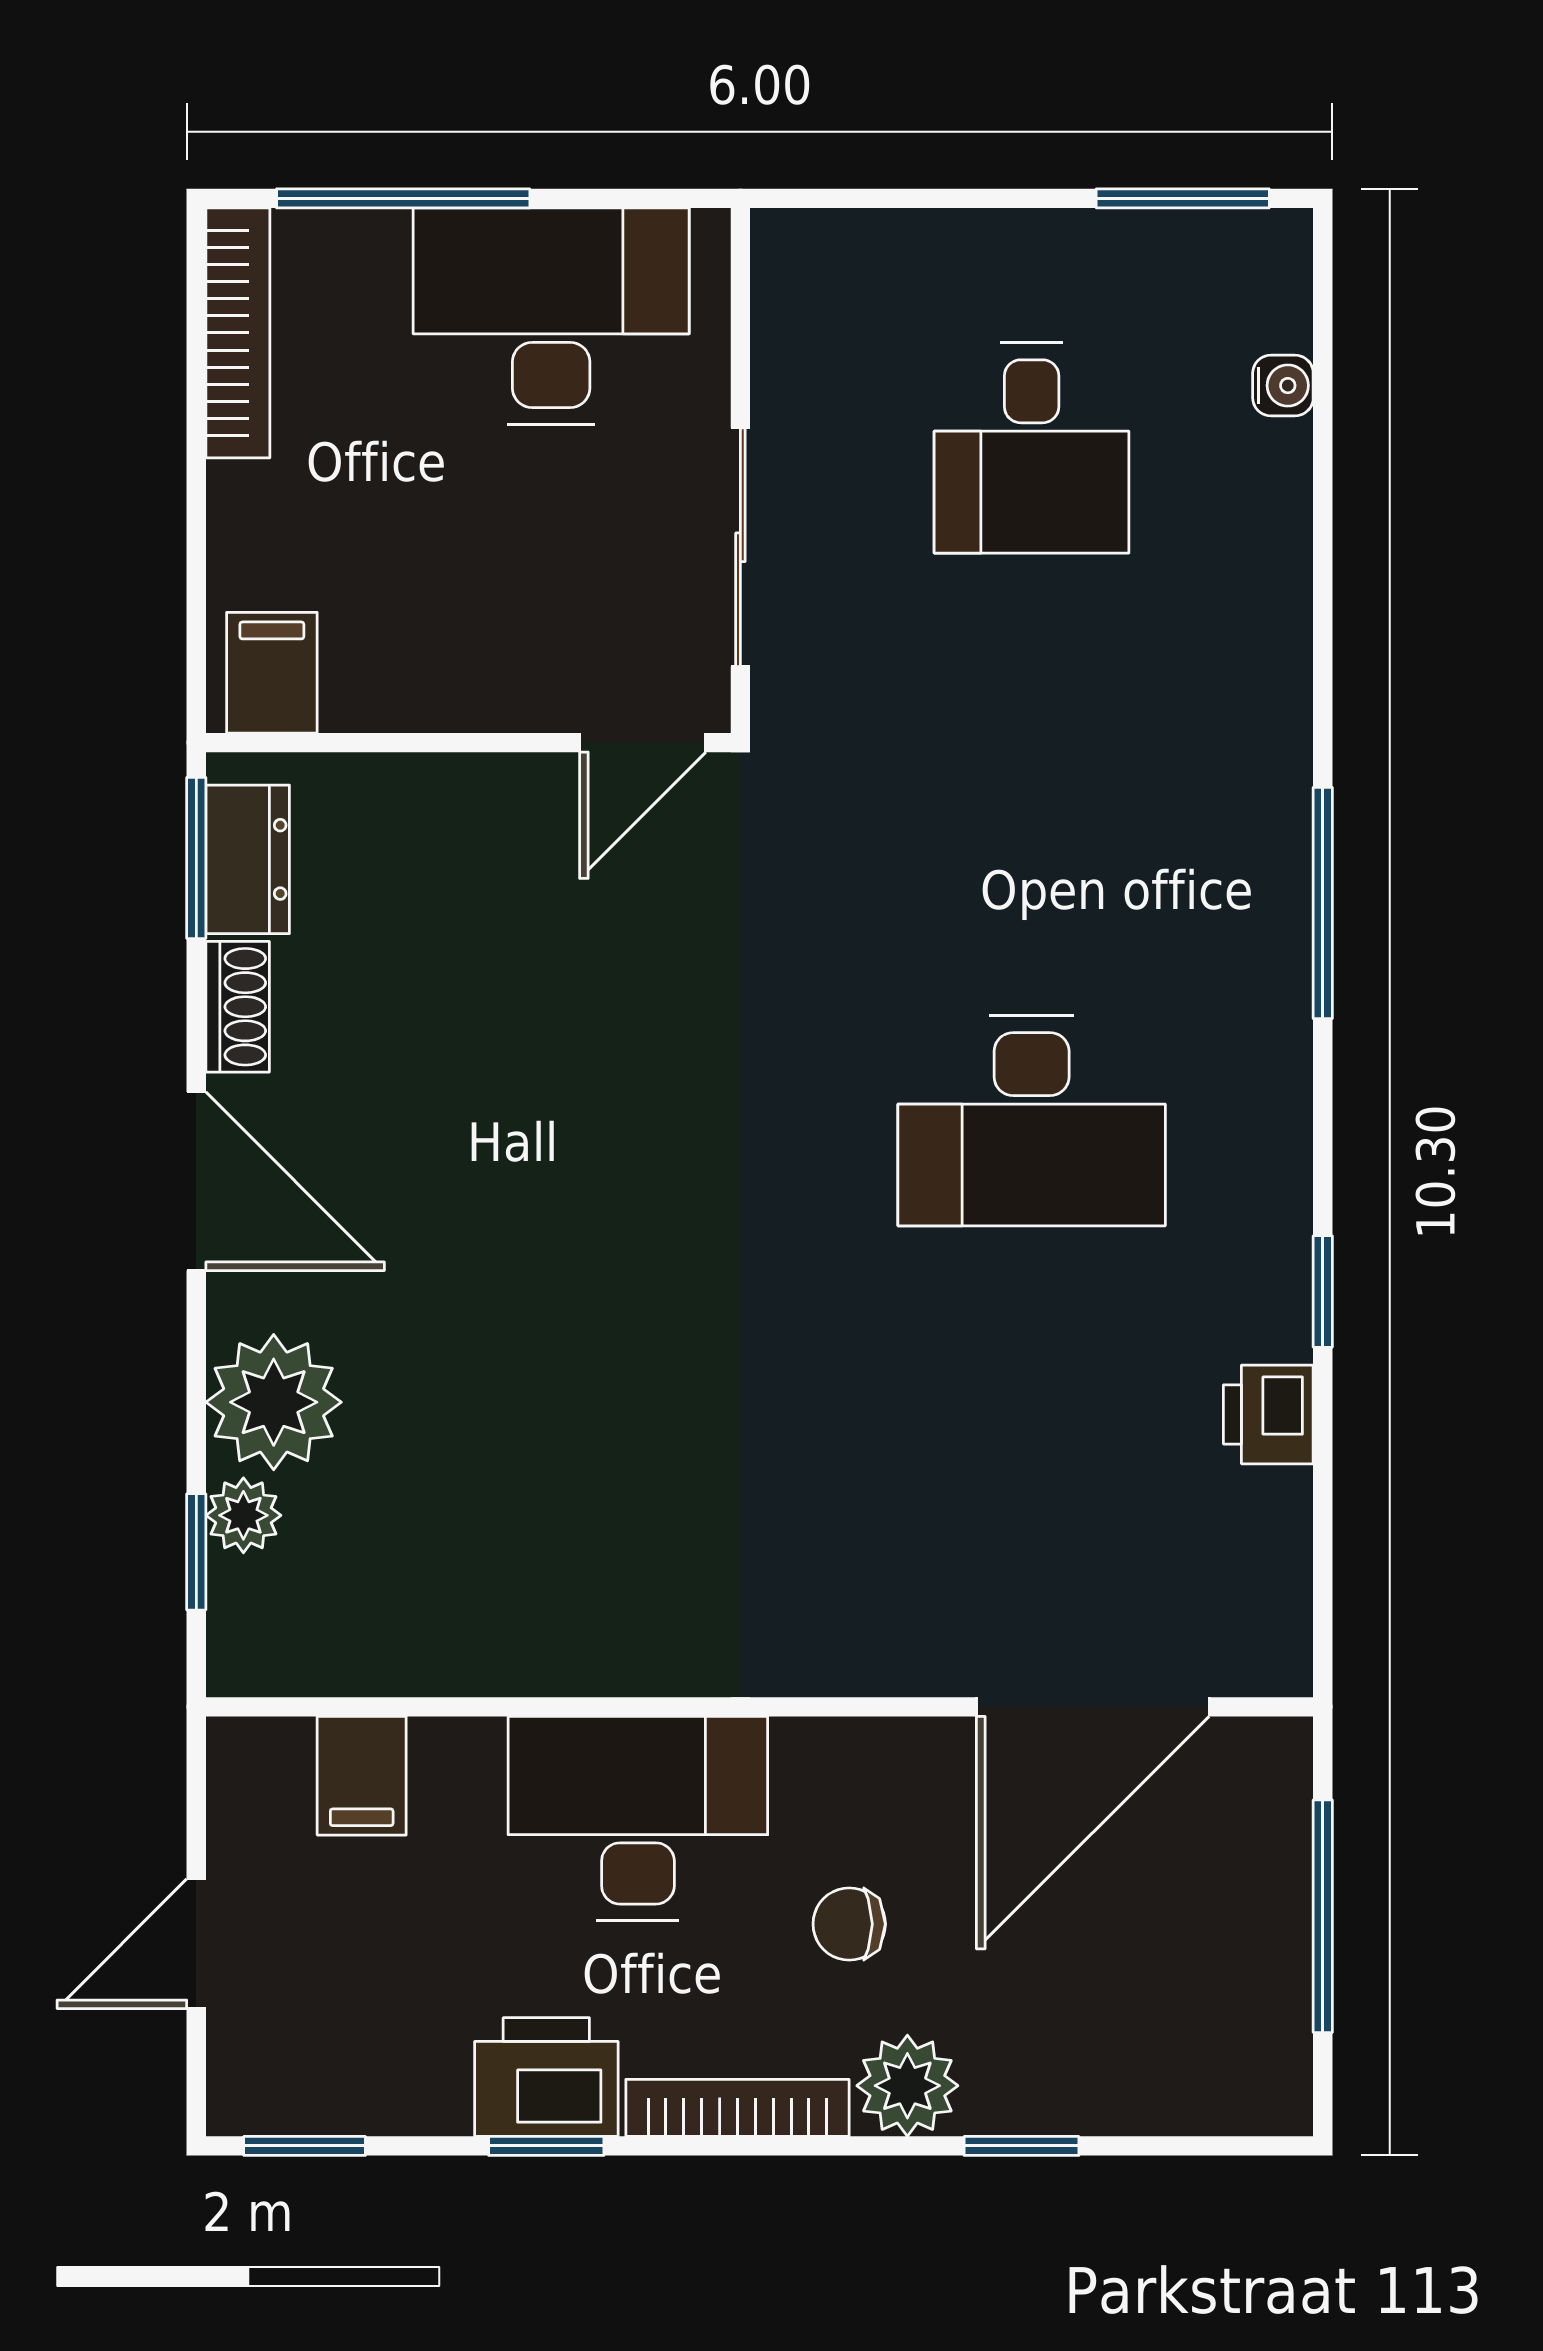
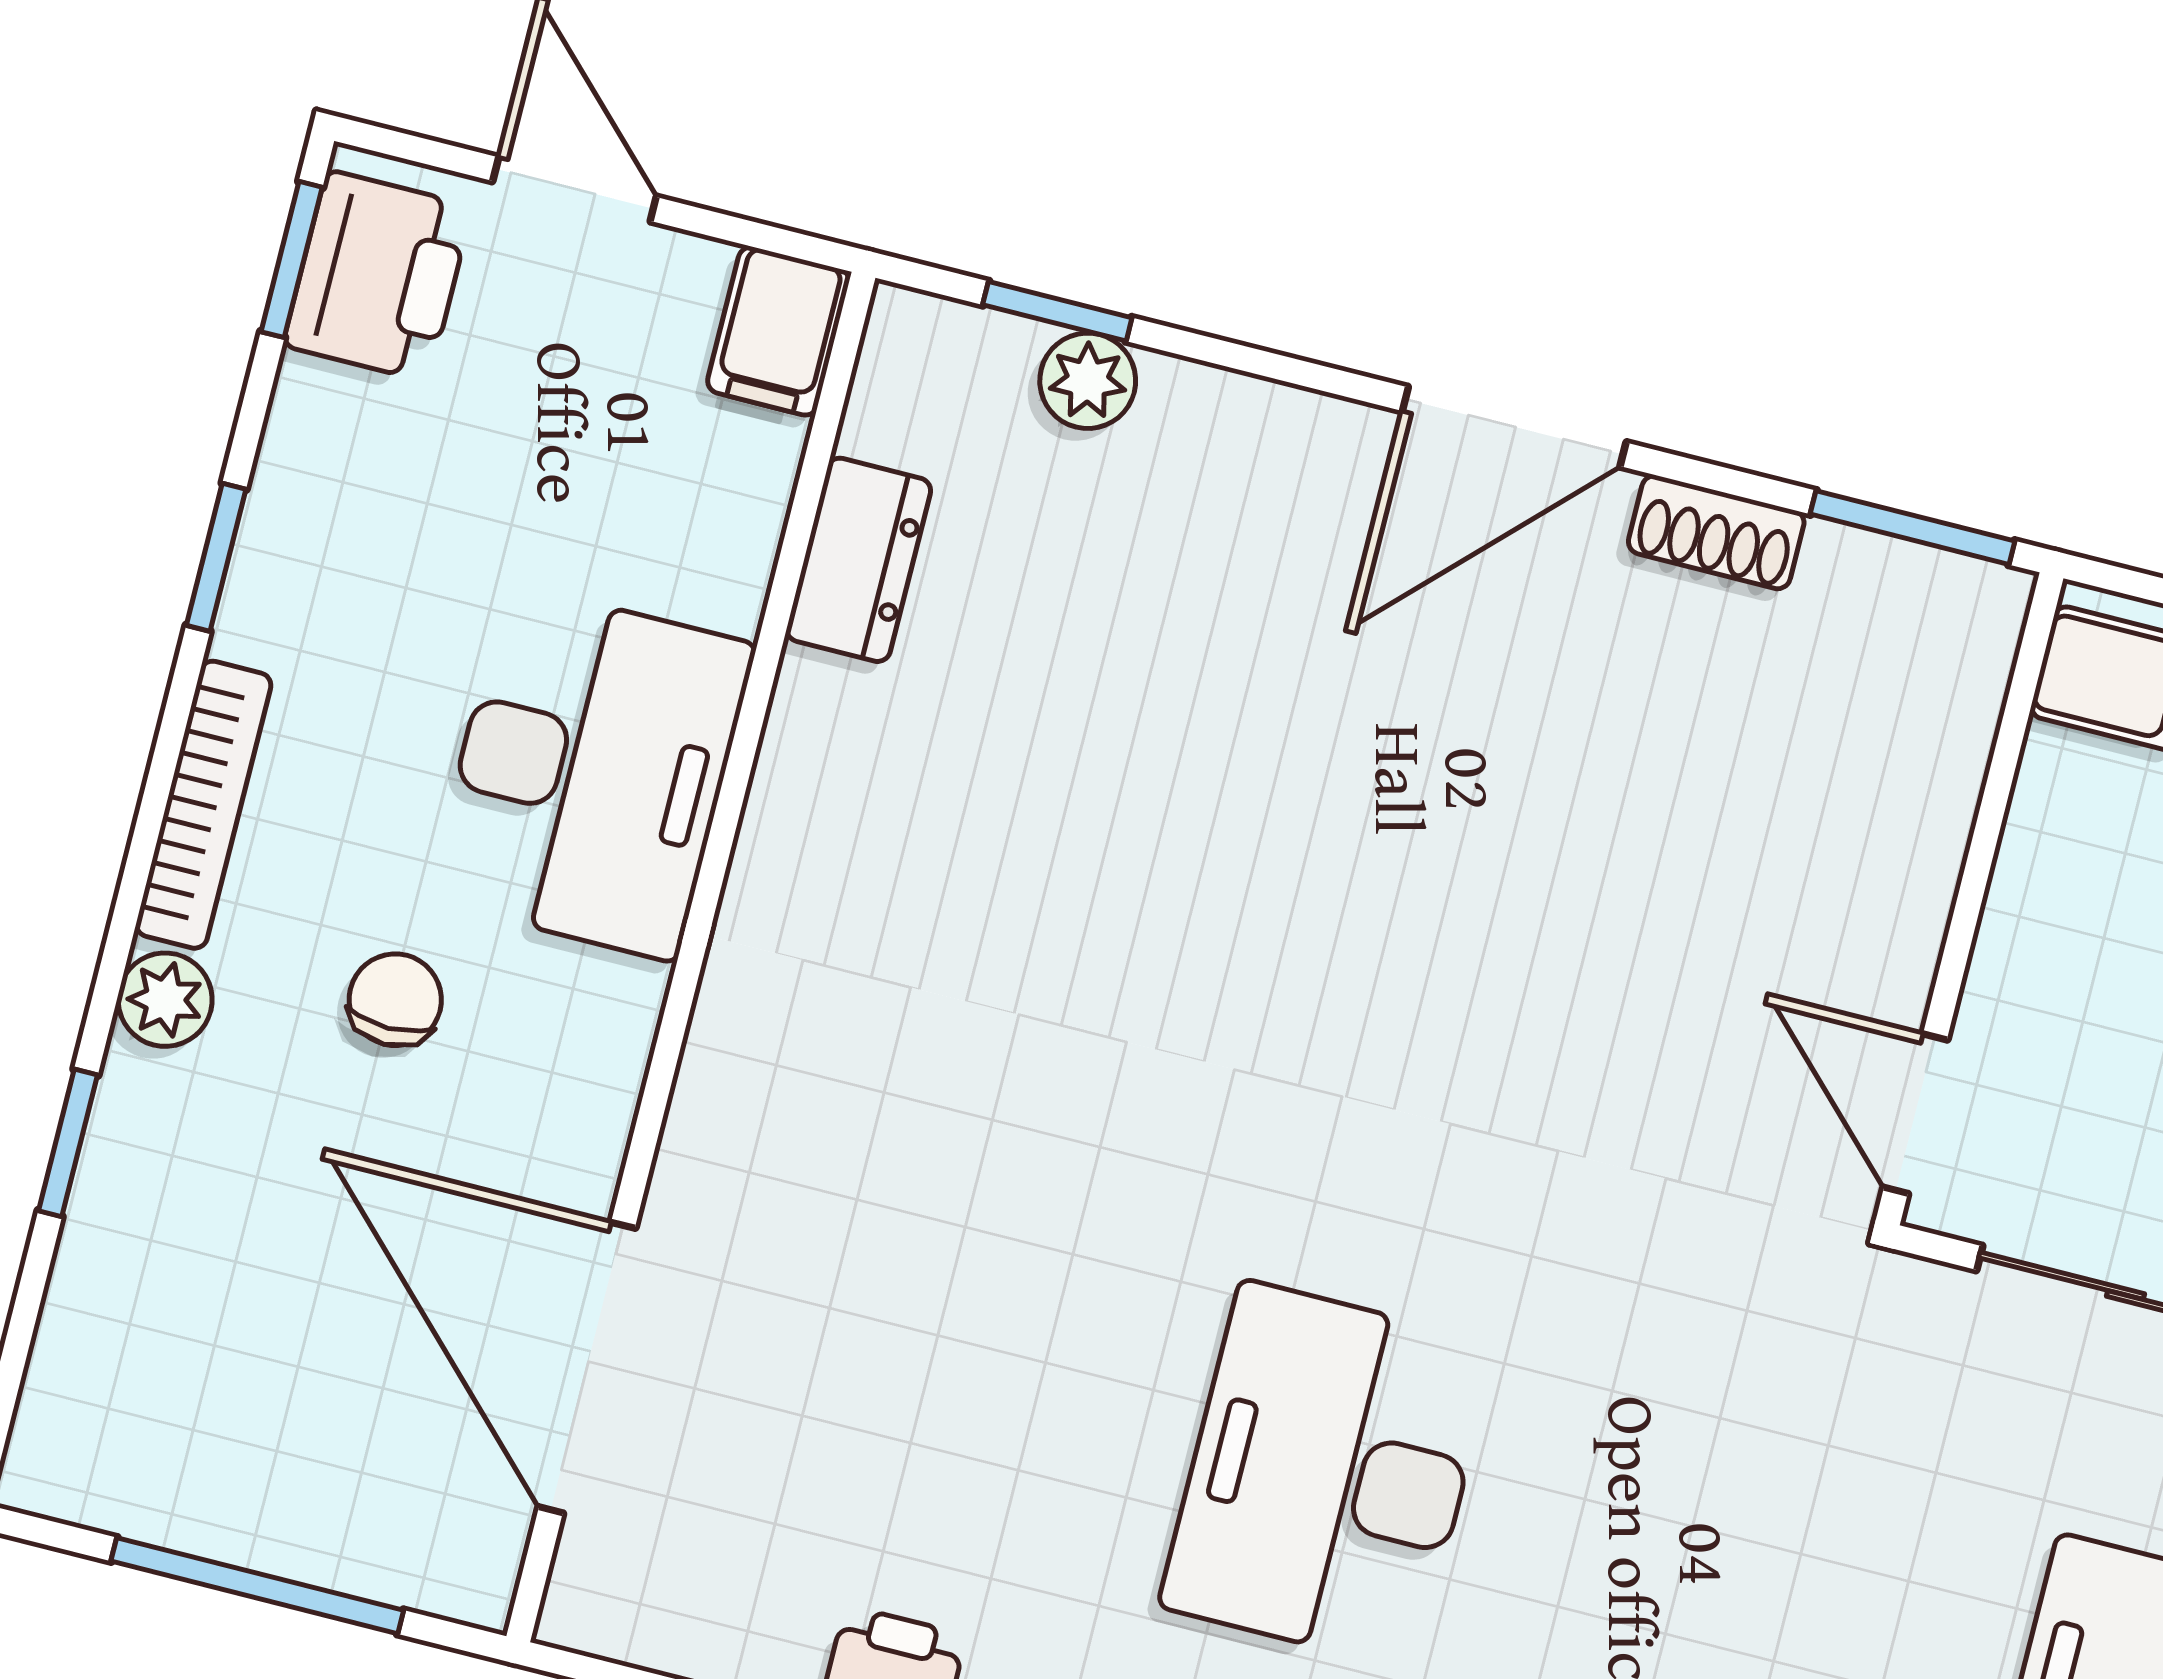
dresser: (248, 859) -> (859, 560), moved, turned -90
plant: (274, 1402) -> (1218, 453), removed
filing cabinet: (362, 1776) -> (778, 331), moved, turned -90
printer: (546, 2077) -> (378, 276), moved
plant: (907, 2086) -> (165, 1000), width x0.73, depth x0.73

